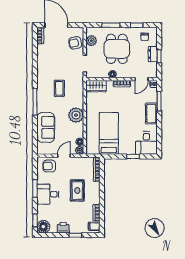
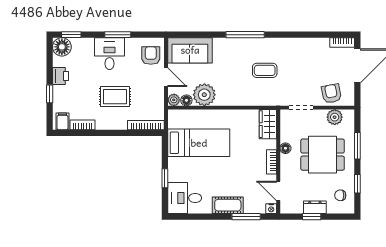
plant: (76, 115) -> (204, 95), moved
sofa: (46, 127) -> (190, 50), moved

